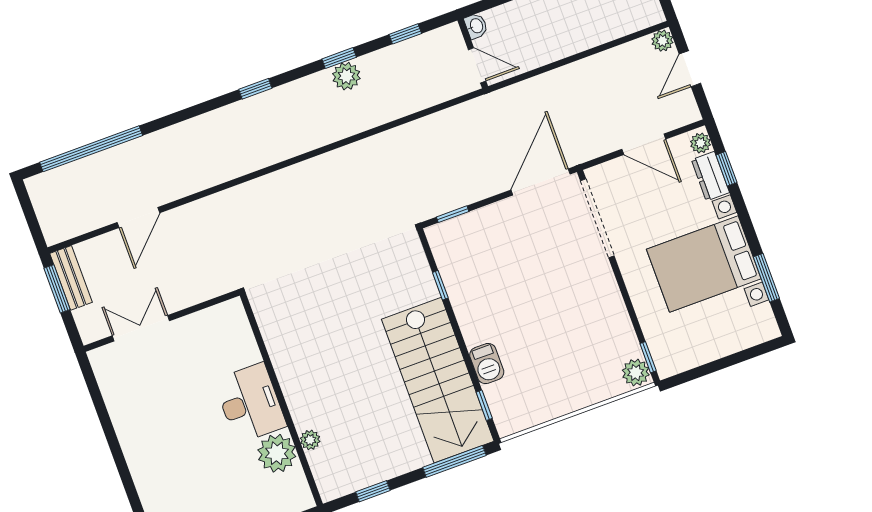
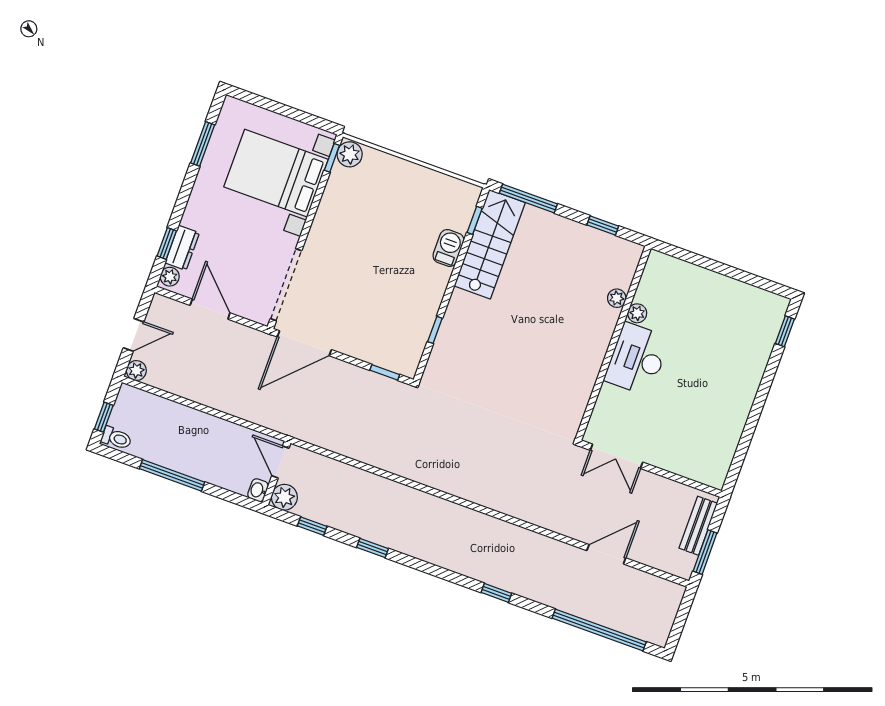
plant: (346, 76) -> (284, 497), moved
window: (255, 89) -> (496, 593), moved
bed with nightstands: (704, 264) -> (276, 173), moved, turned 180
bench: (71, 278) -> (698, 526), moved
double door: (141, 328) -> (617, 456), moved
stairs: (438, 380) -> (490, 244), width x0.73, depth x0.66
plant: (277, 453) -> (637, 313), width x0.53, depth x0.53

